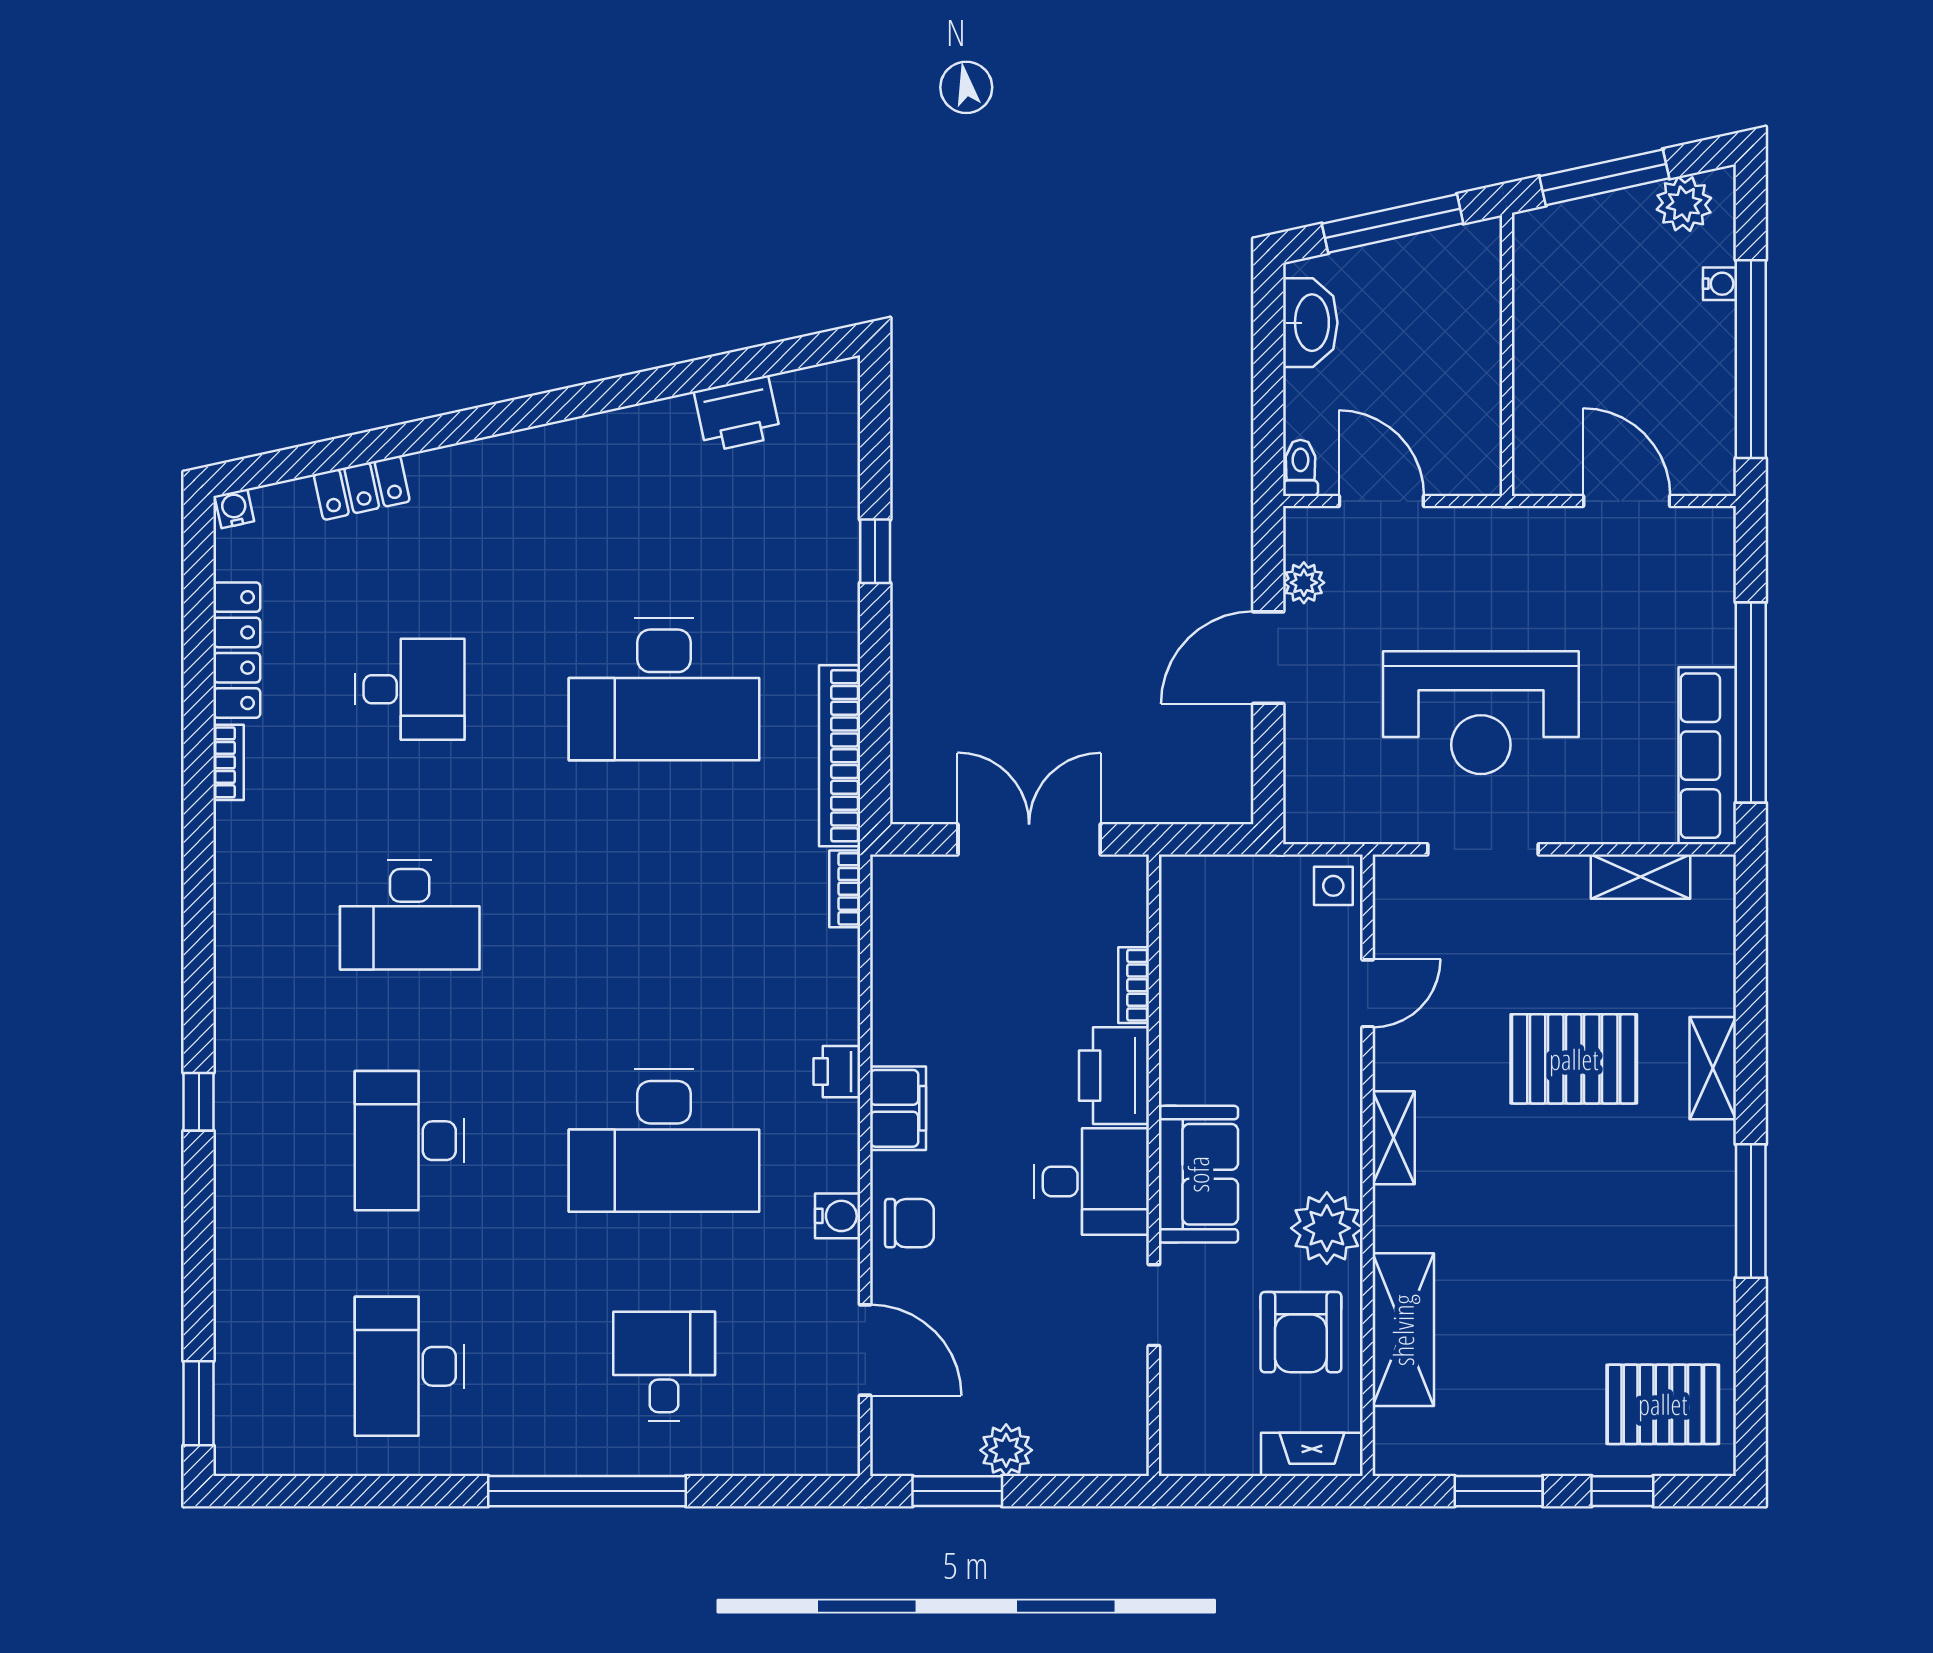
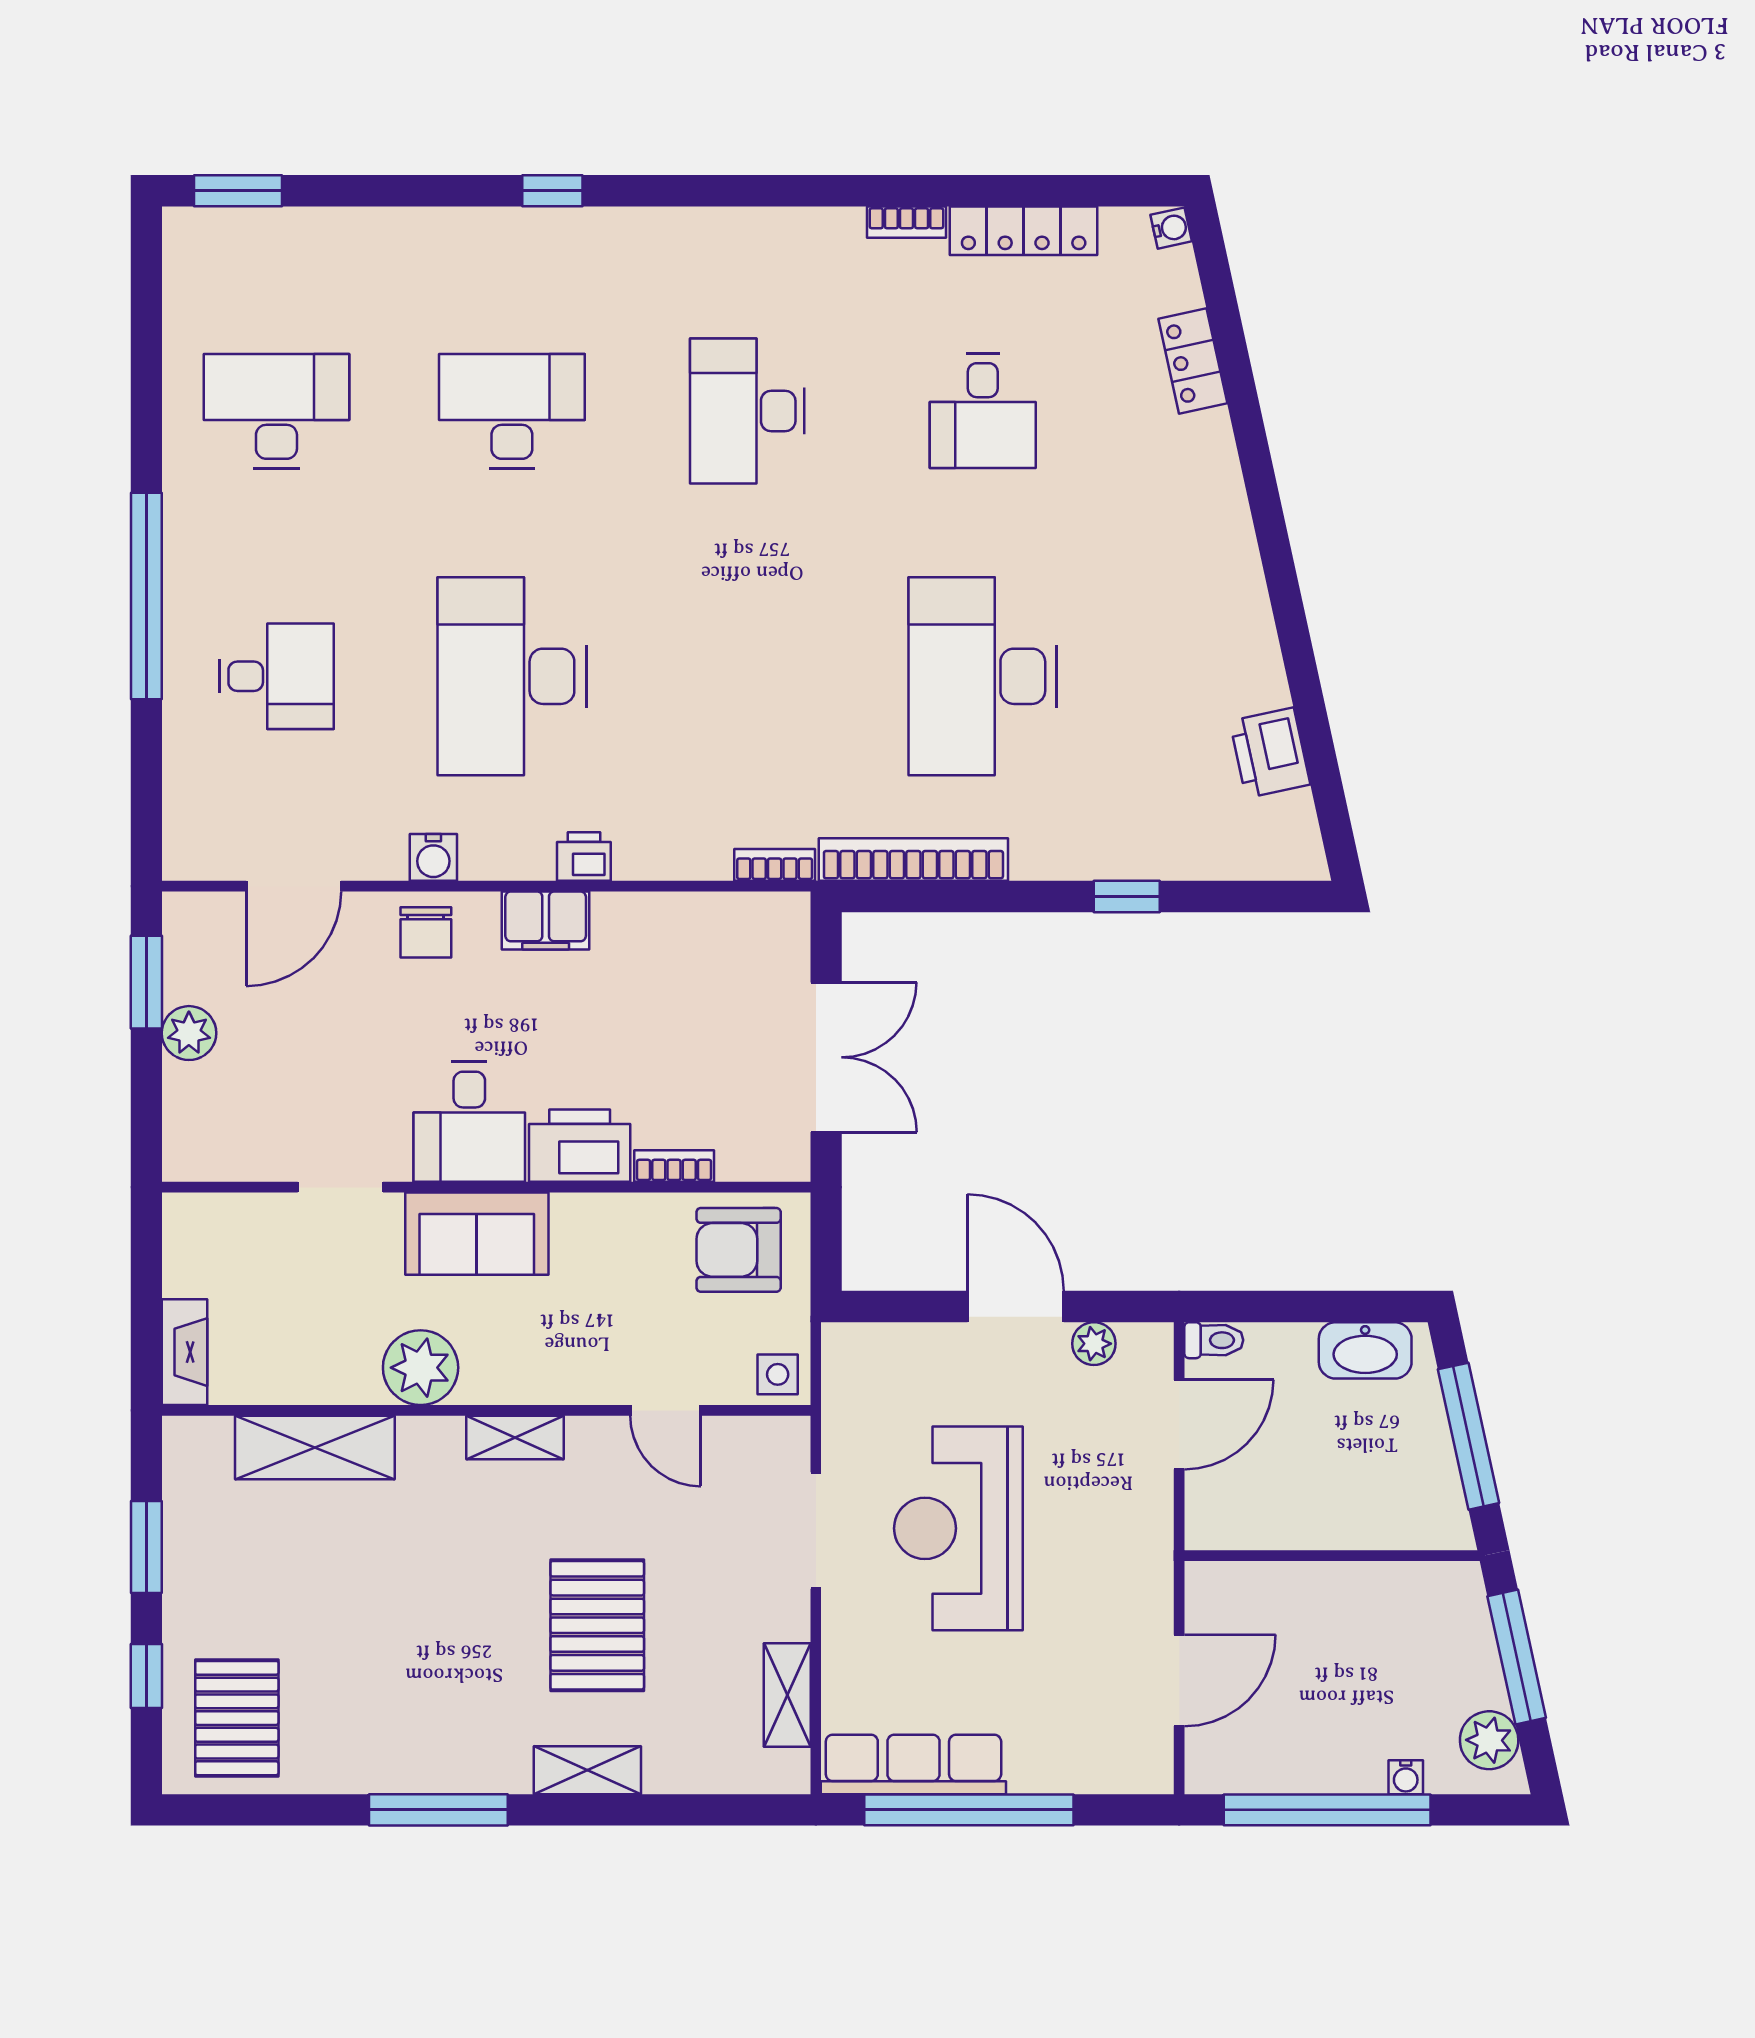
armchair: (1301, 1332) -> (739, 1250), moved

